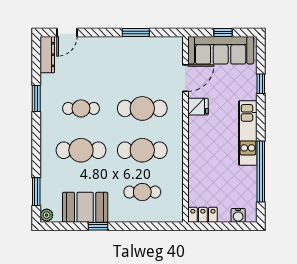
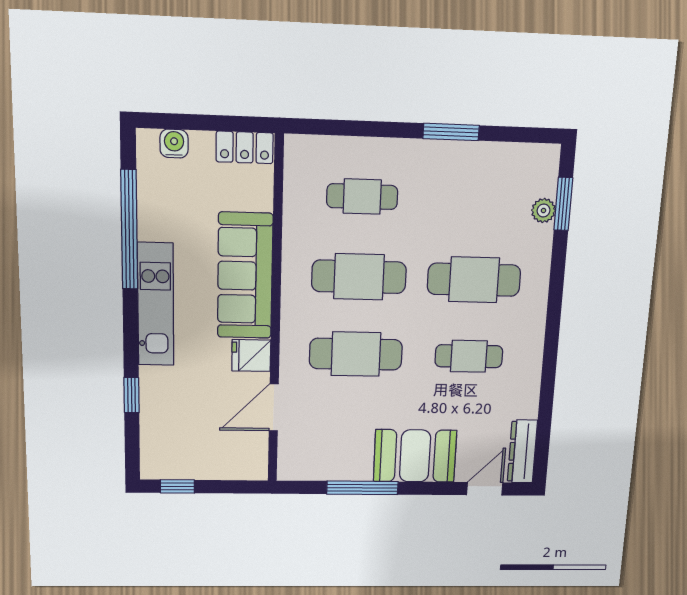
window: (136, 32) -> (362, 488), width x1.44
window: (223, 32) -> (177, 486), moved
sofa: (221, 50) -> (245, 276), moved, turned -90
window: (36, 99) -> (548, 375), removed
booth: (85, 207) -> (415, 456), moved
plant: (47, 215) -> (543, 211), moved
window: (98, 226) -> (451, 132), width x1.50

